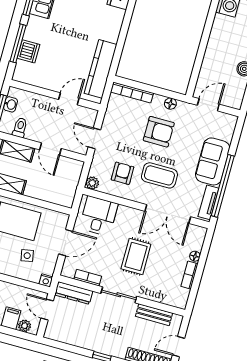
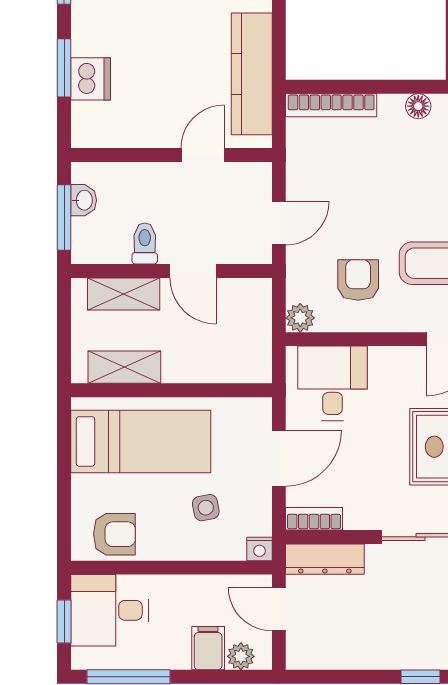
window: (18, 43) -> (64, 68), width x0.69
toilet: (20, 128) -> (145, 243), moved
armchair: (159, 132) -> (410, 172), removed
door: (94, 138) -> (279, 223), swing flipped
bookcase: (88, 278) -> (314, 519), moved

